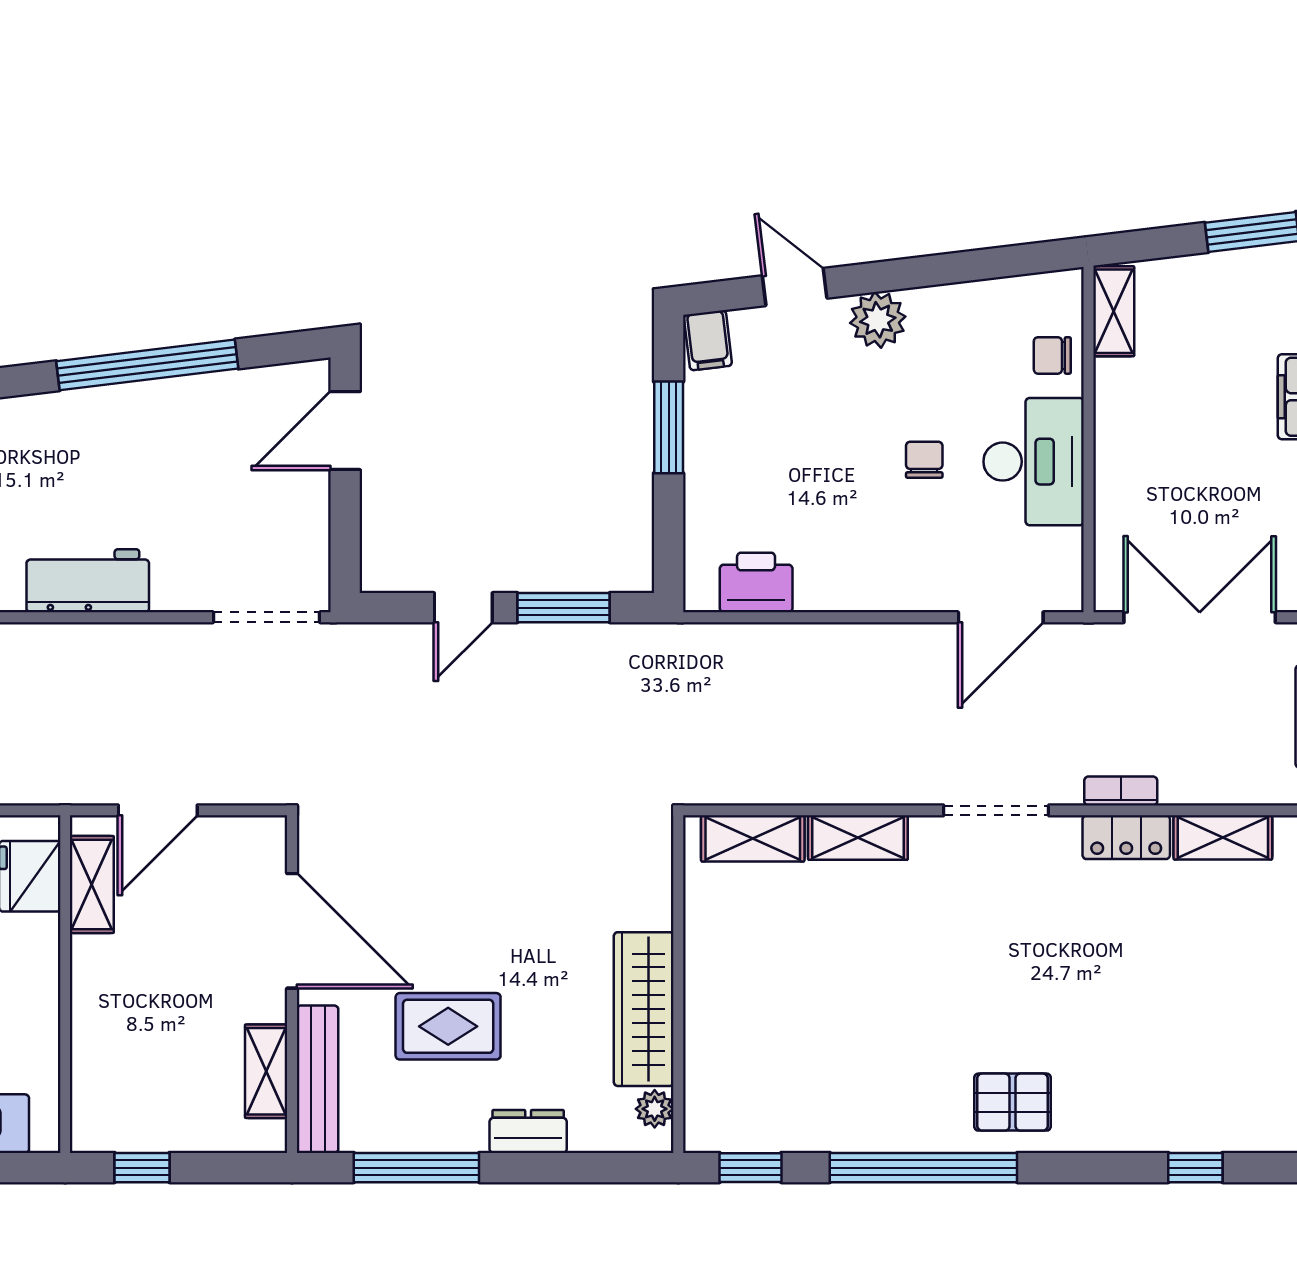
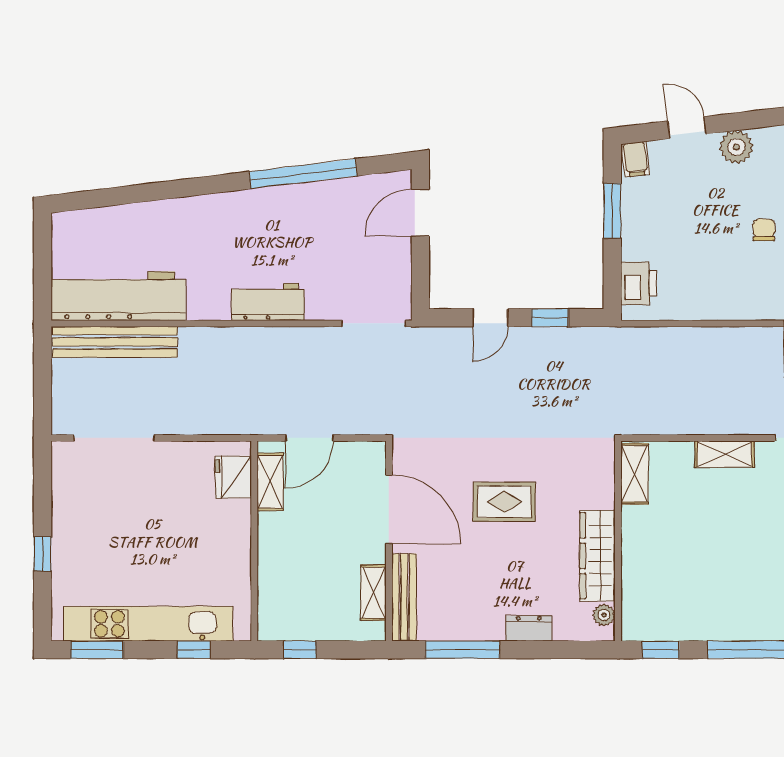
printer: (756, 582) -> (639, 283), moved, turned 90
window: (563, 608) -> (550, 318), width x0.67
shelving: (753, 838) -> (635, 474), moved, turned 90
rug: (448, 1026) -> (504, 502), moved

